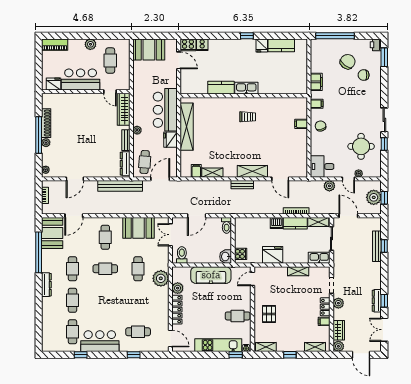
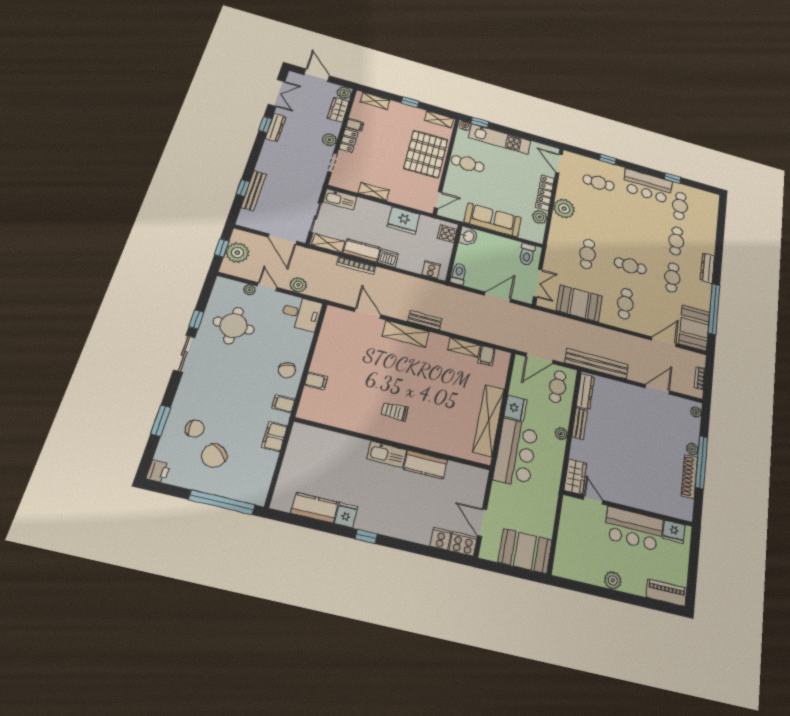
window: (384, 57) -> (161, 421), moved
cafe table: (110, 61) -> (586, 547), removed
wardrobe: (124, 109) -> (575, 477), width x0.67
cooker: (246, 223) -> (431, 269), added
plant: (161, 278) -> (564, 209), moved
pallet: (269, 314) -> (426, 154), width x2.05, depth x2.00

